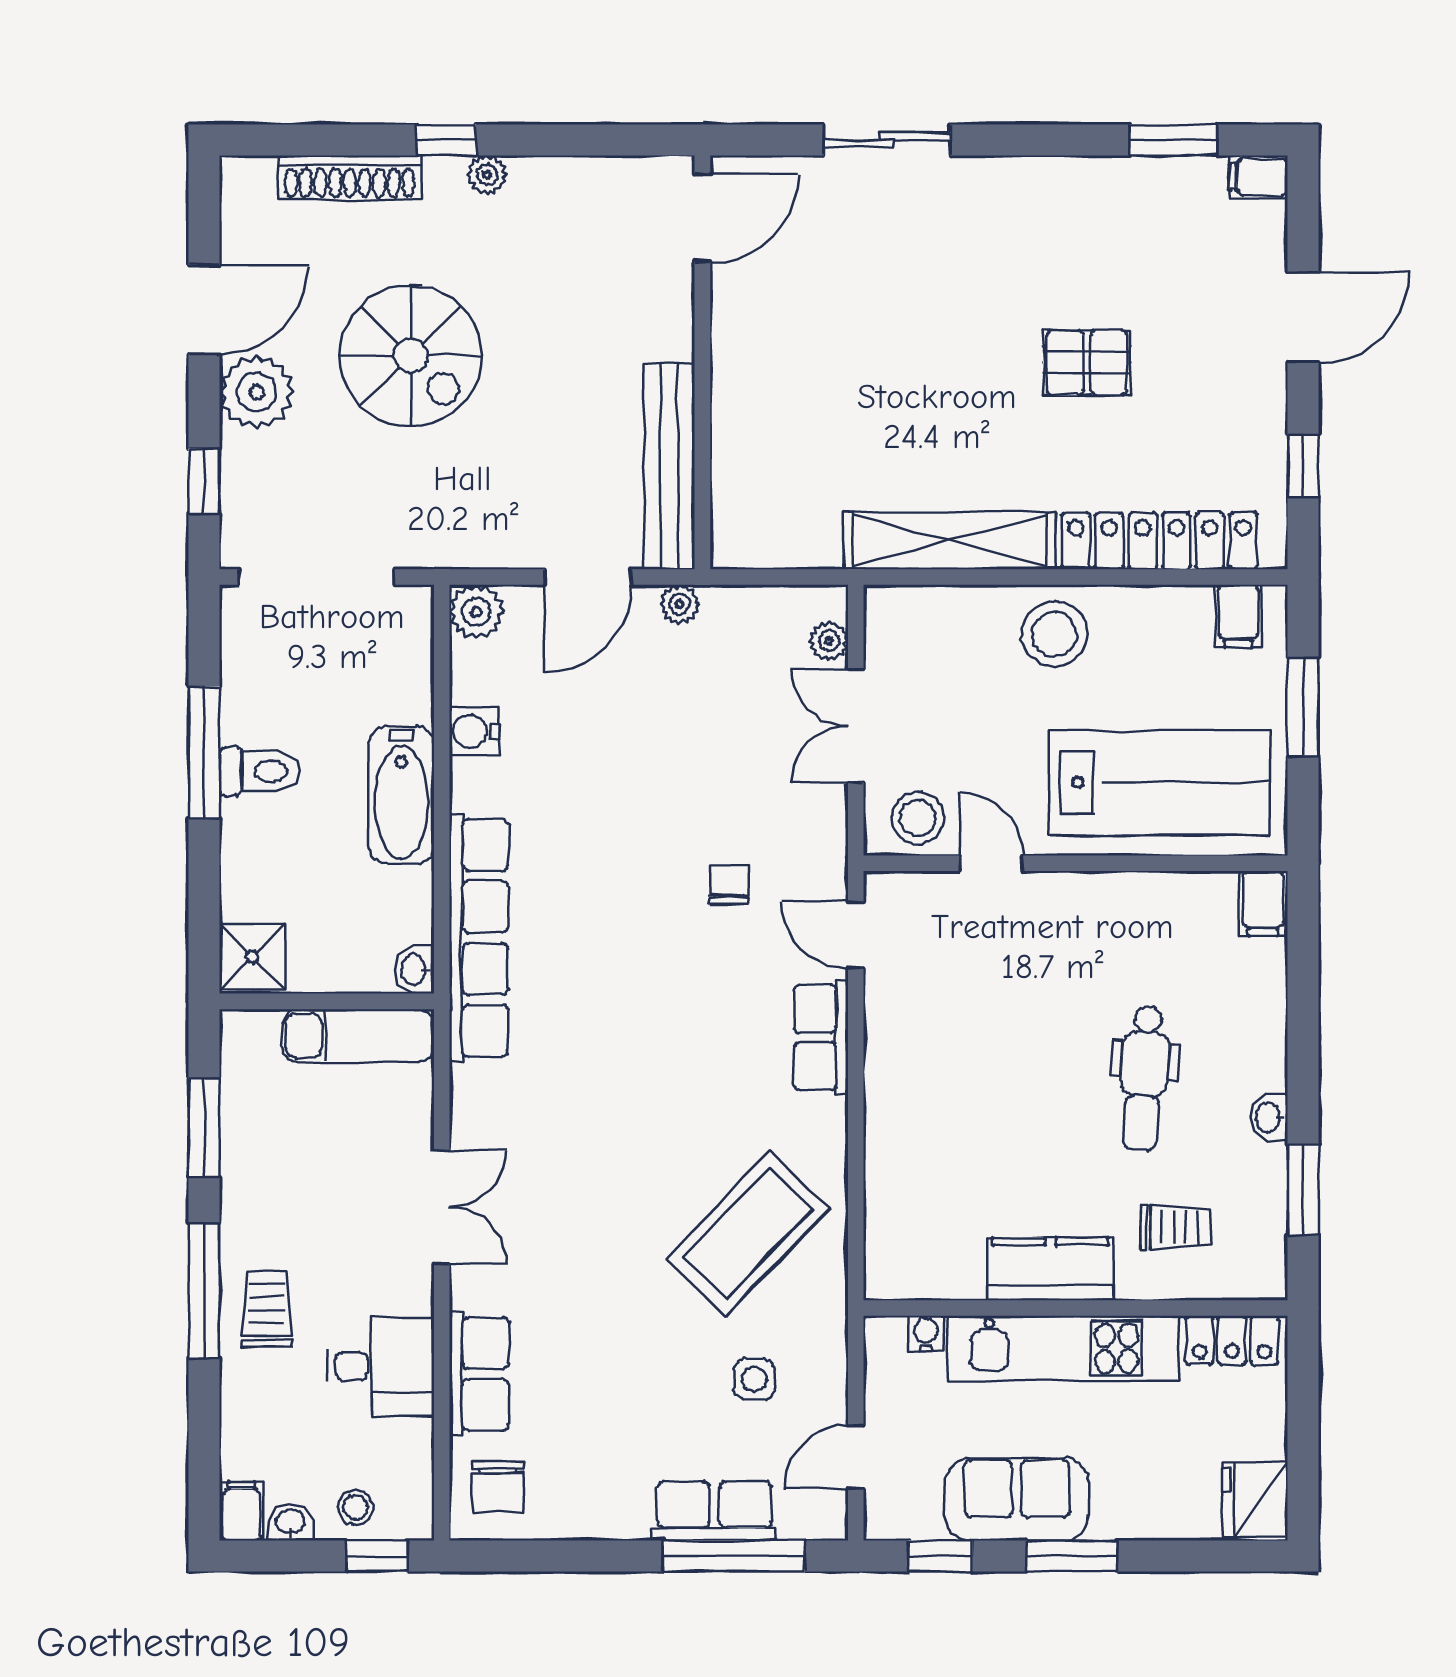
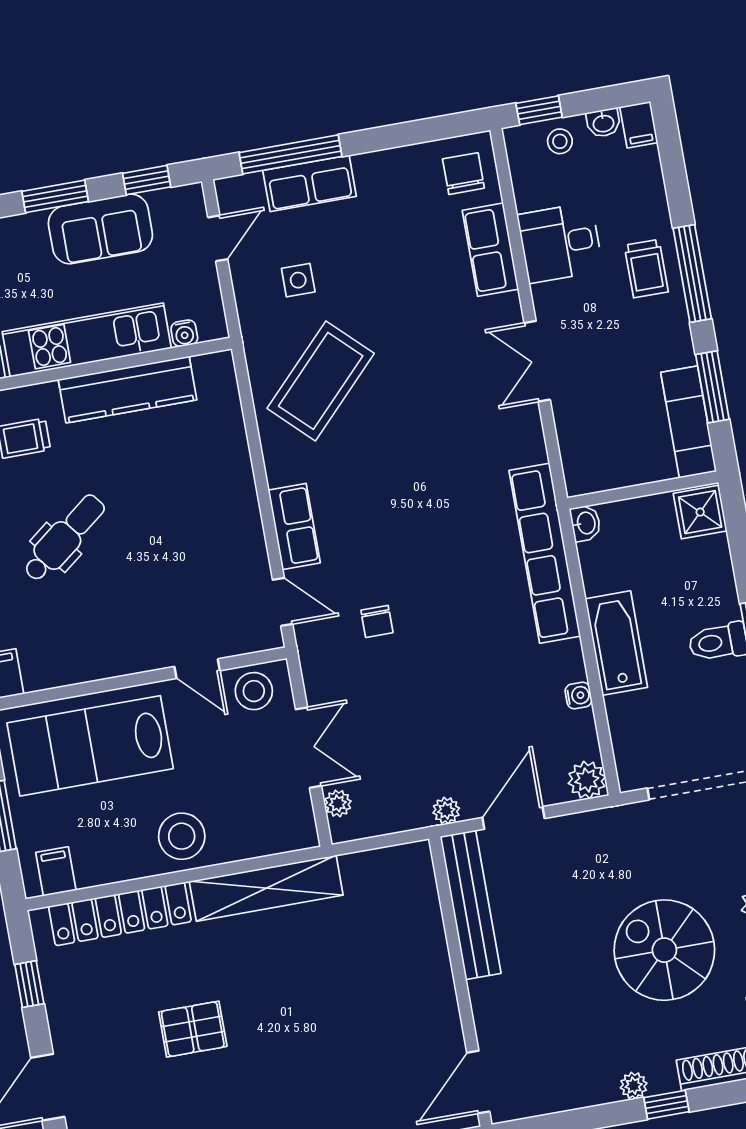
water cooler: (474, 731) -> (578, 695), width x0.72, depth x0.72
exam couch: (358, 1036) -> (689, 422), moved, turned -90
dental chair: (1144, 1078) -> (64, 538), turned 48
kitchen counter: (1050, 1269) -> (128, 390), width x1.50

